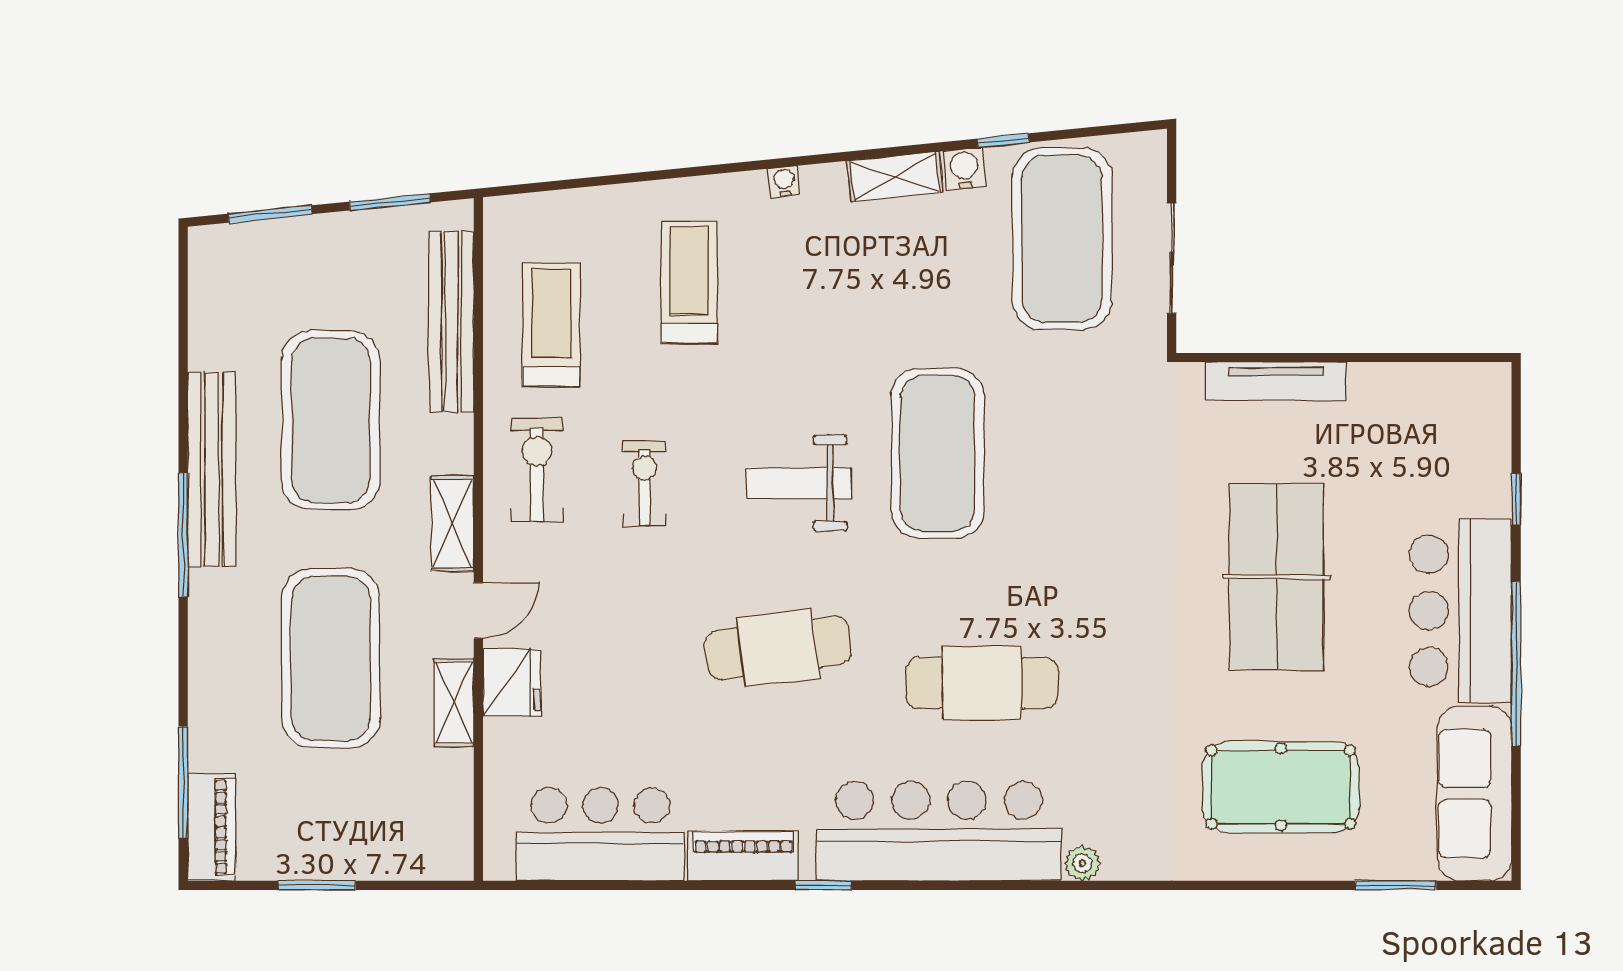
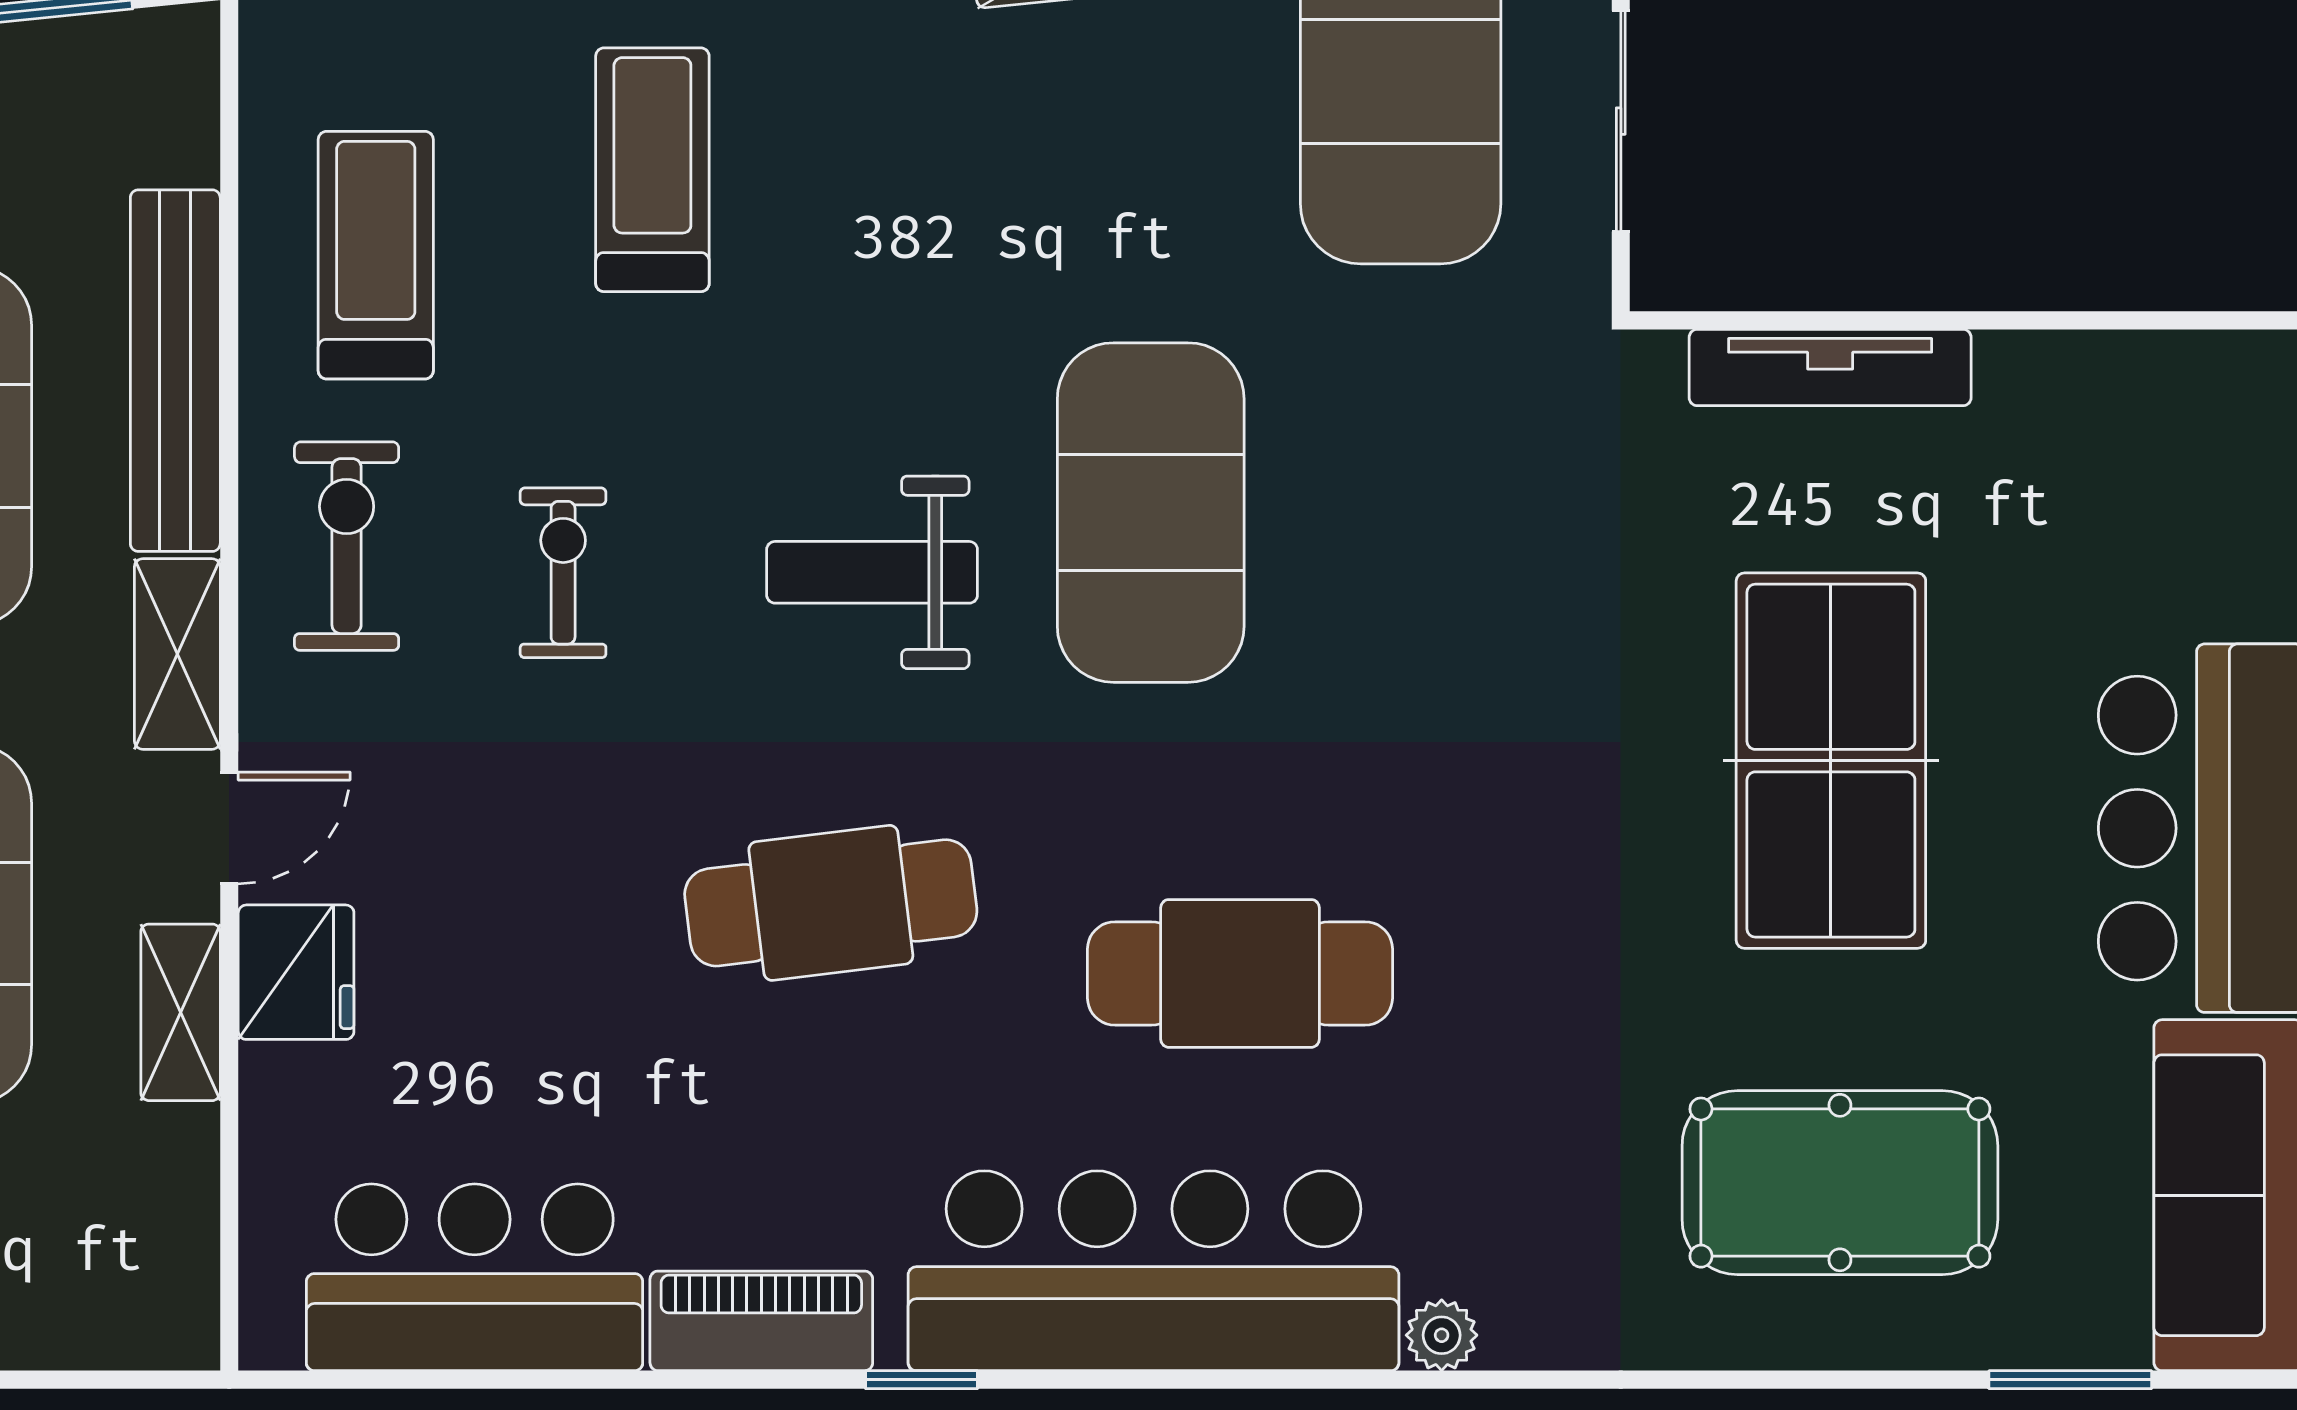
bench: (451, 322) -> (175, 371), moved

